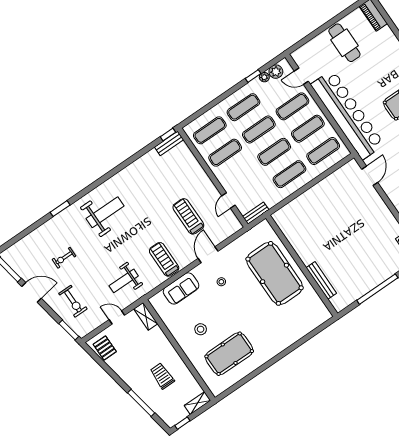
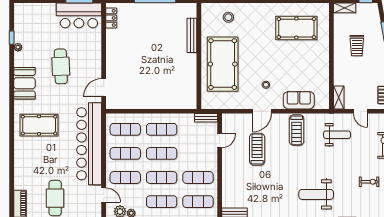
treadmill: (188, 216) -> (257, 149), turned 180
stool: (201, 329) -> (228, 17), moved

